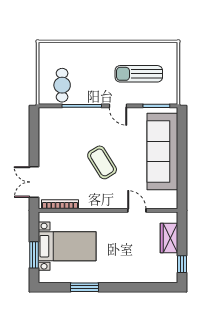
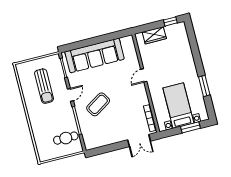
coffee table: (102, 162) -> (98, 104), moved
door: (137, 210) -> (144, 75), moved

